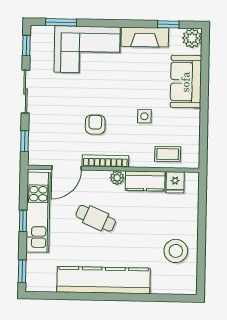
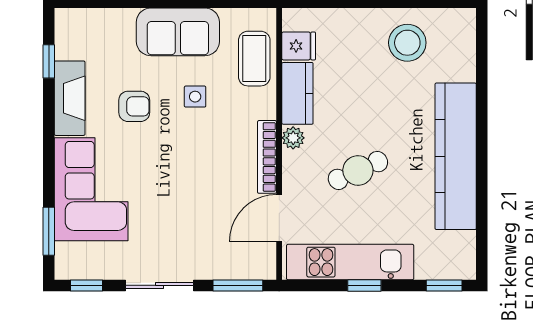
plant: (192, 38) -> (70, 24), removed
sofa: (186, 82) -> (178, 32), moved
armchair: (95, 125) -> (134, 106), moved, turned 180
window: (25, 141) -> (238, 285), width x1.50
coffee table: (168, 154) -> (254, 59), width x1.36, depth x1.30
door: (67, 168) -> (279, 218), swing flipped
cafe table: (96, 218) -> (358, 170), turned 43

